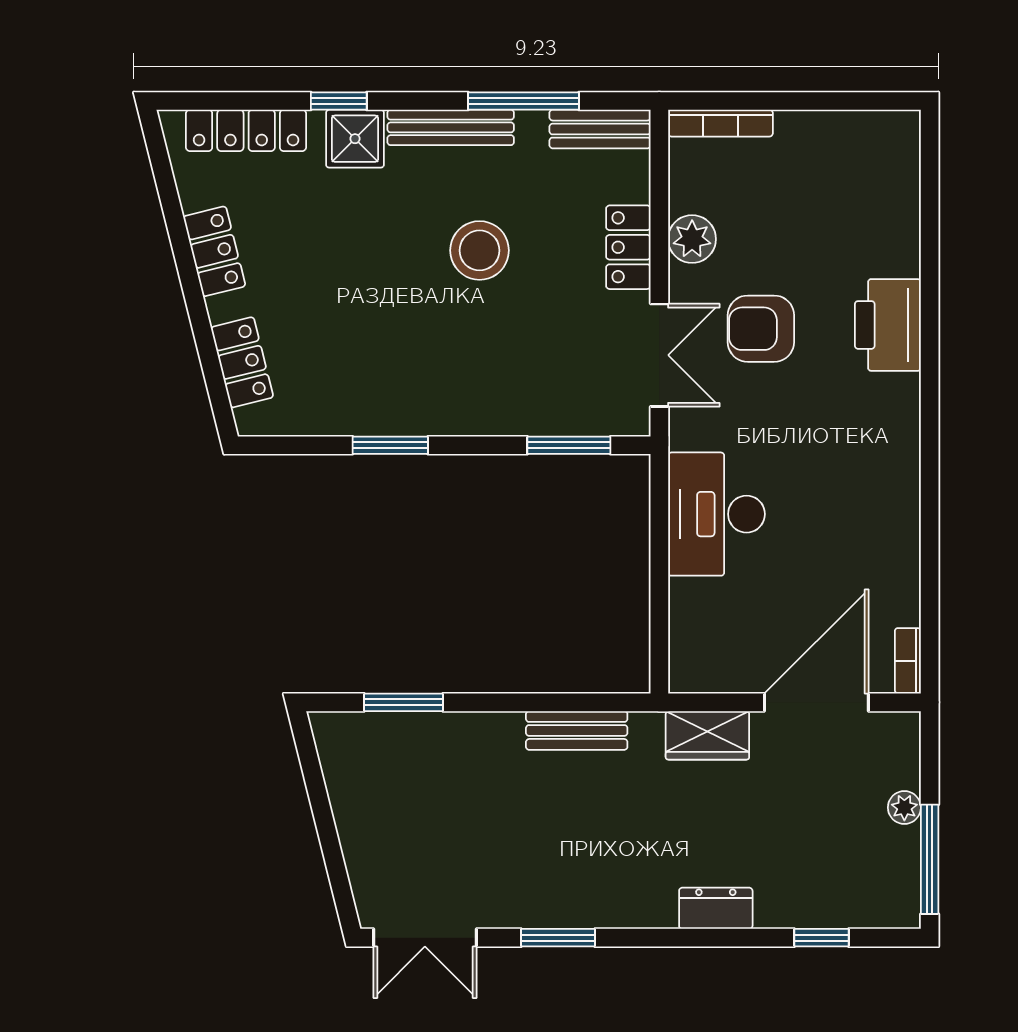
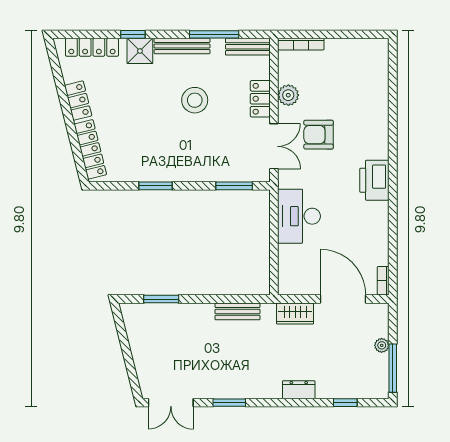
printer: (888, 325) -> (374, 180), moved
locker: (242, 362) -> (90, 149), width x1.53
door: (816, 702) -> (343, 299), hinge flipped

